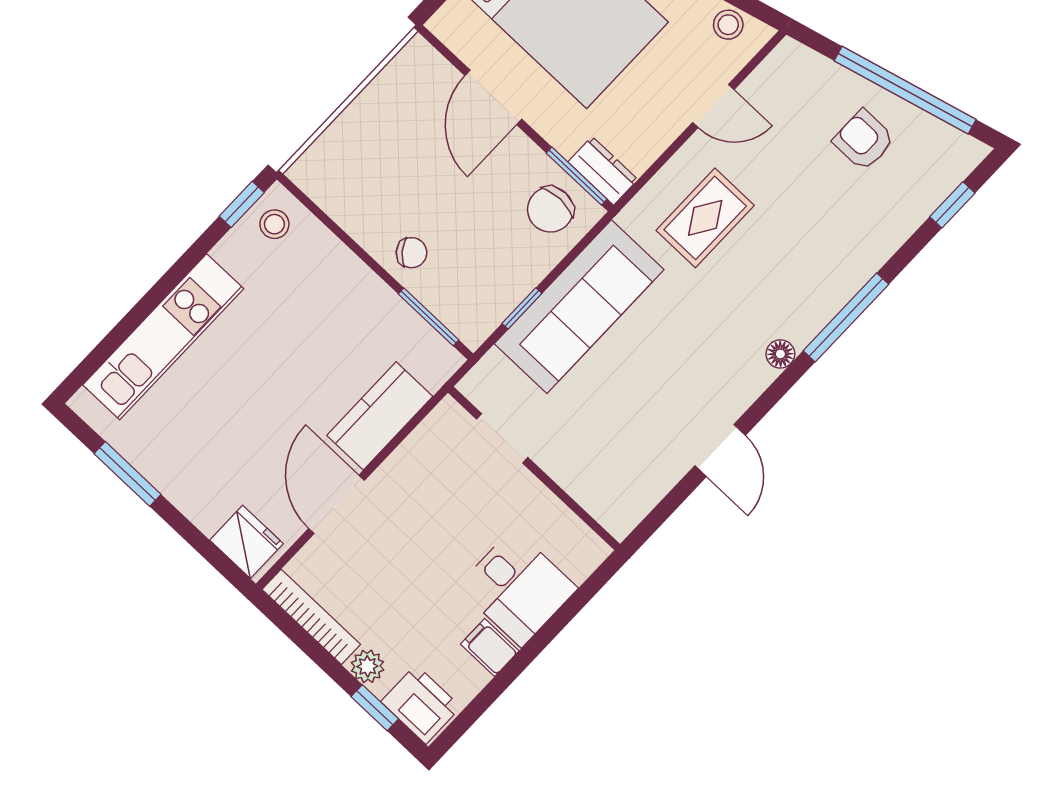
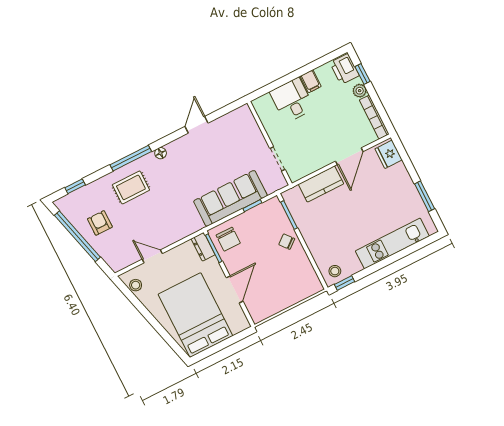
armchair: (864, 140) -> (100, 223), turned 180
chair: (550, 209) -> (228, 239), turned 90
rug: (705, 218) -> (131, 187), moved

